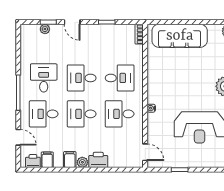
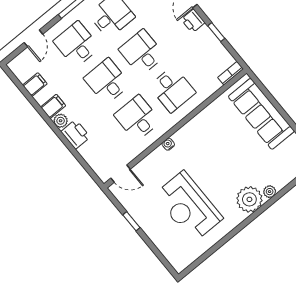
door: (145, 152) -> (121, 174), hinge flipped
printer: (33, 161) -> (193, 21), moved, turned 180

